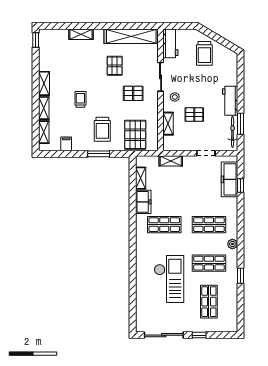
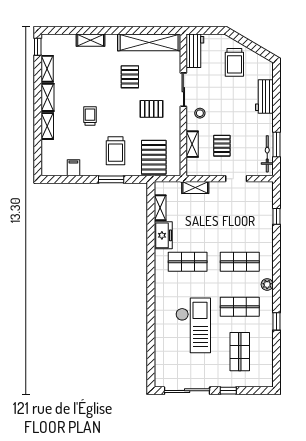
workbench: (230, 101) -> (264, 97), moved
pallet: (194, 115) -> (222, 146), moved, turned 90
shelving: (44, 132) -> (47, 69), moved
freezer: (229, 179) -> (264, 209), removed

